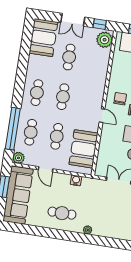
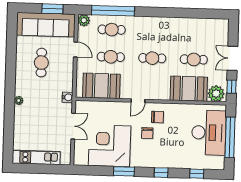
booth: (43, 38) -> (189, 89), moved
cafe table: (37, 93) -> (153, 31), removed
door: (46, 169) -> (76, 50), swing flipped
water cooler: (76, 180) -> (68, 97), moved
cafe table: (62, 213) -> (41, 63), moved

